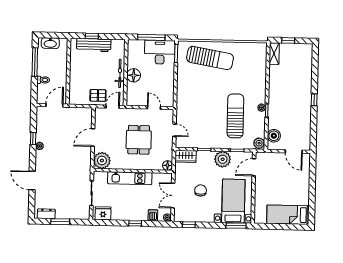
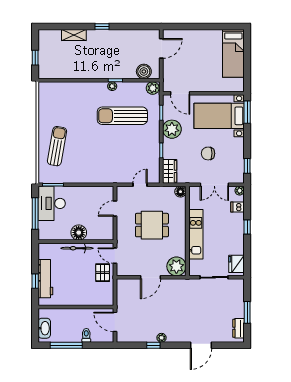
shelving: (274, 54) -> (74, 35), moved
sun lounger: (210, 58) -> (57, 146), width x0.73, depth x0.75
door: (93, 138) -> (151, 277), hinge flipped

